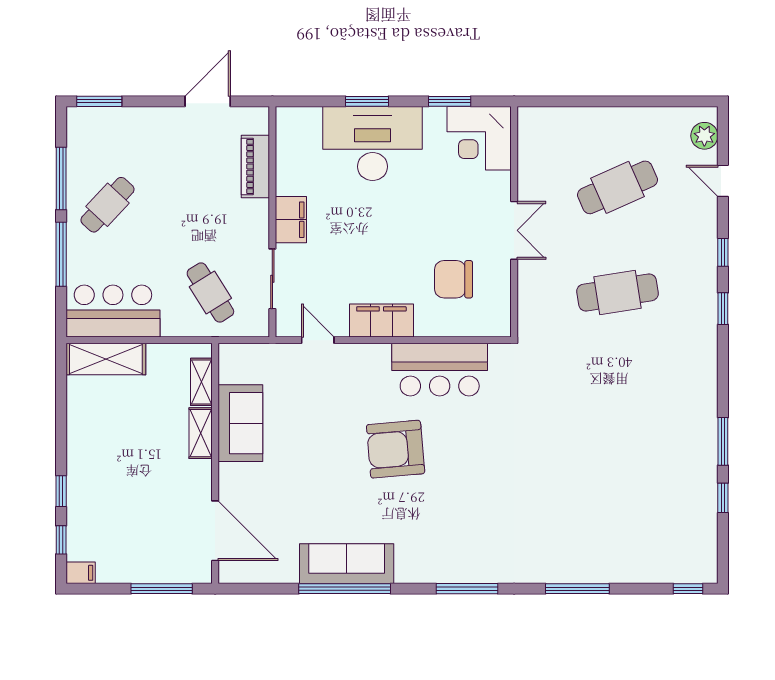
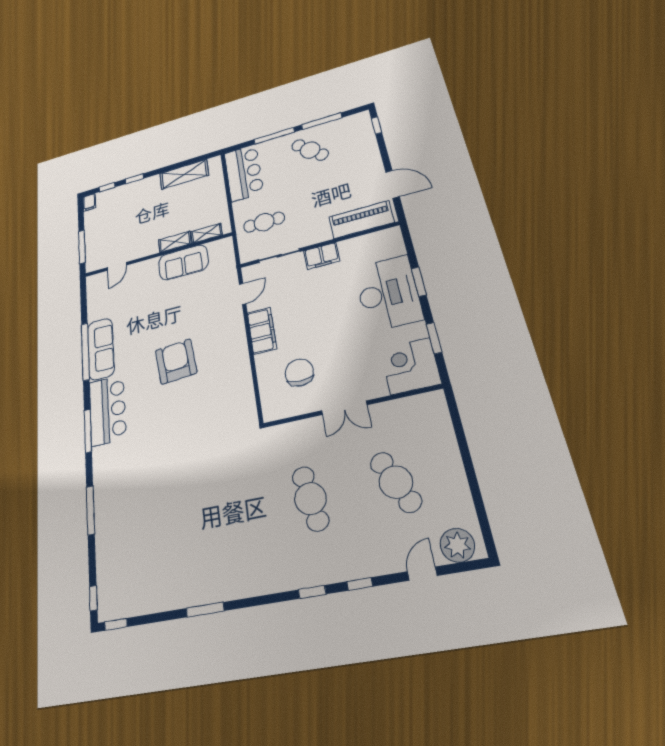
window: (99, 101) -> (377, 125), width x0.67
plant: (704, 136) -> (457, 545), width x1.36, depth x1.36
piano: (255, 166) -> (361, 220), width x1.37, depth x1.33
cafe table: (210, 292) -> (264, 222), turned 32
shelving: (106, 359) -> (184, 174), moved, turned 90
bar counter: (440, 370) -> (108, 410), moved, turned 180
window: (723, 498) -> (116, 624), moved
door: (215, 531) -> (117, 266), width x0.53

